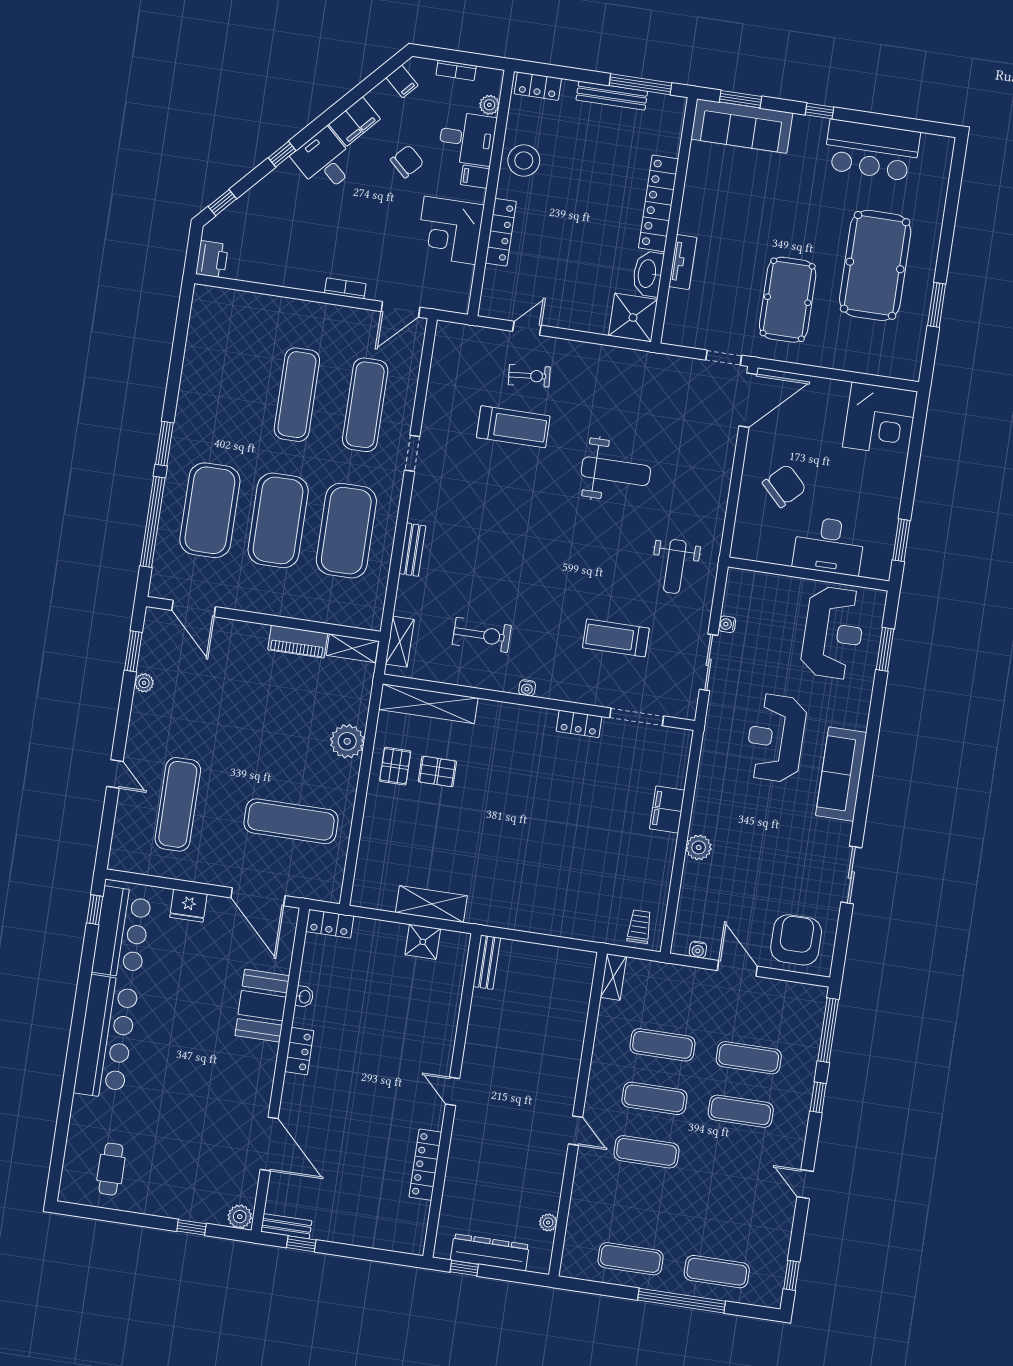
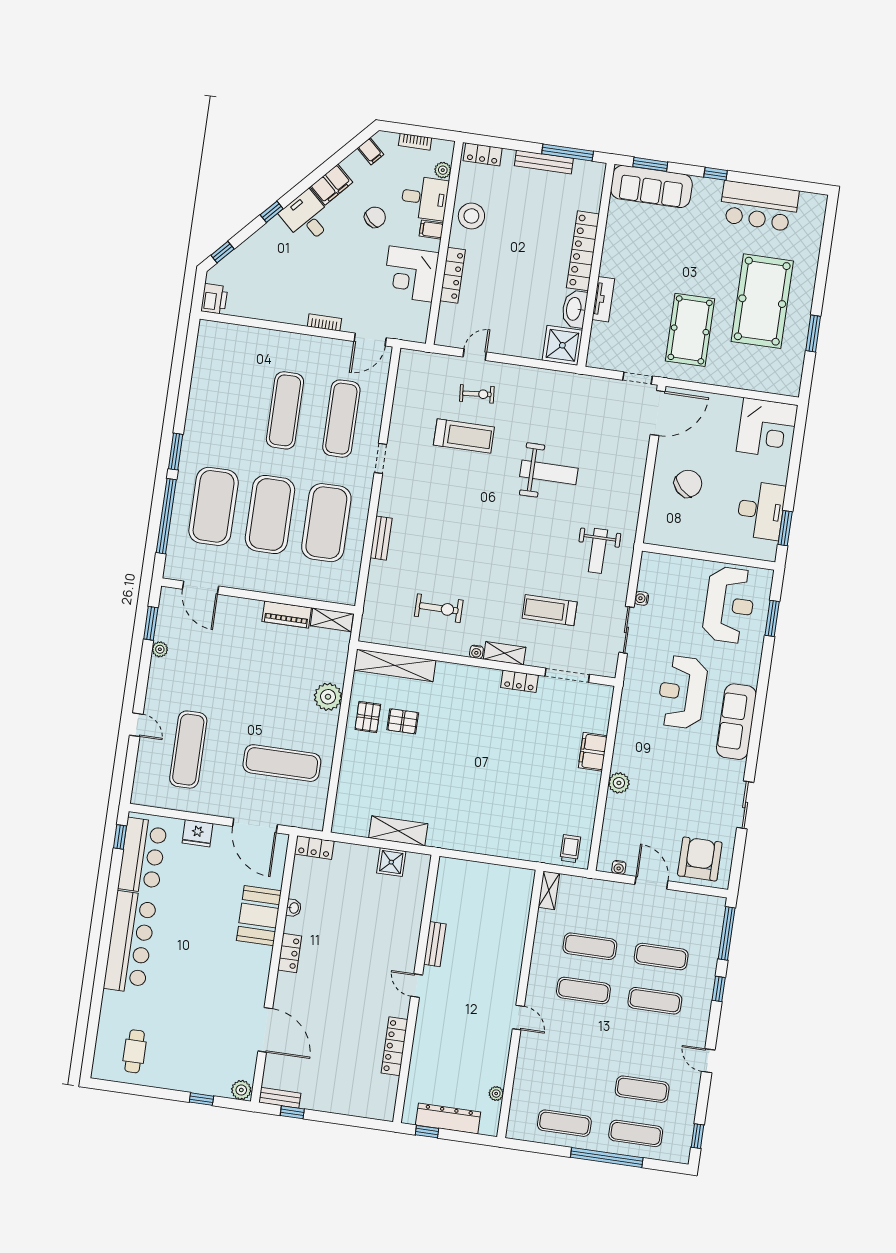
desk: (829, 546) -> (761, 510), moved, turned -90
shelving: (400, 642) -> (505, 653), moved, turned 90
bench: (487, 962) -> (435, 944), moved
exercise mat: (646, 1152) -> (642, 1089), moved

